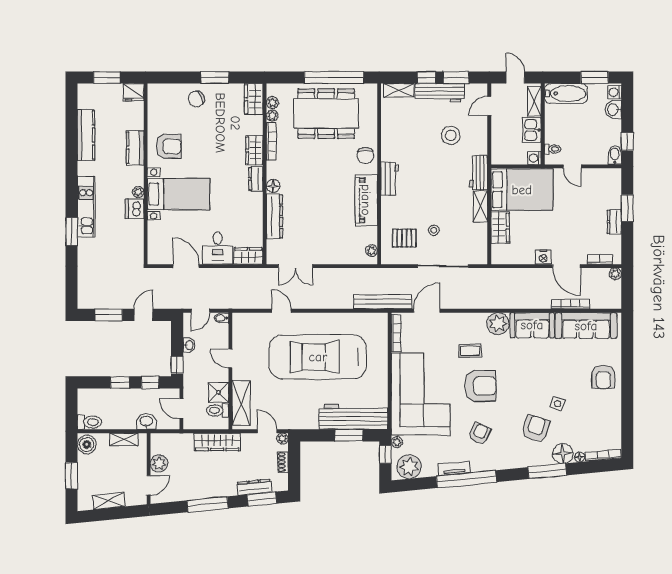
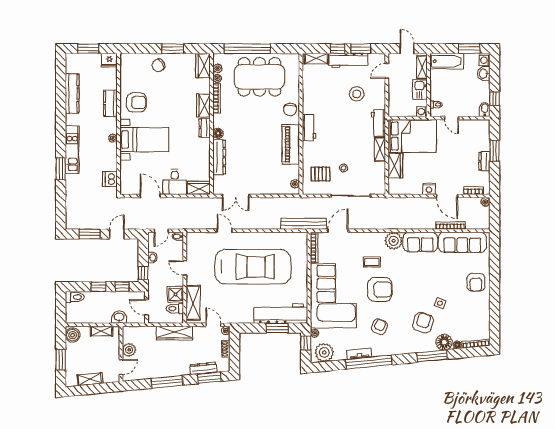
window: (334, 78) -> (247, 49), moved
dishwasher: (135, 209) -> (110, 179), moved
car: (318, 357) -> (253, 267), turned 180
toilet: (90, 422) -> (75, 297), moved

